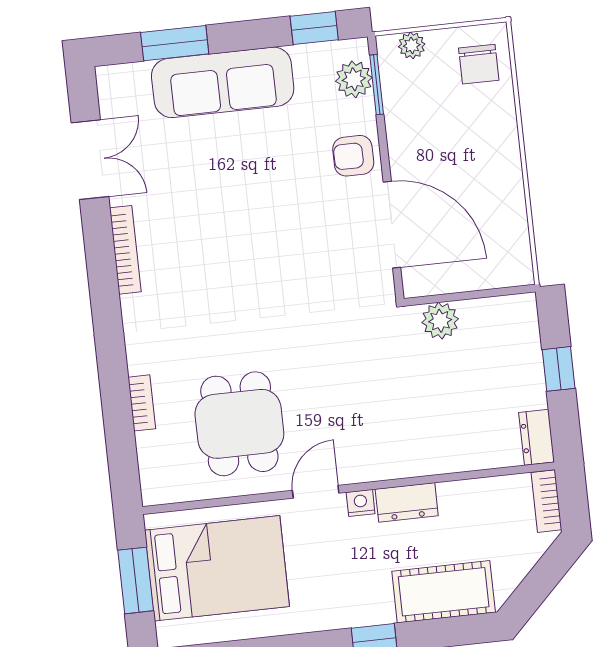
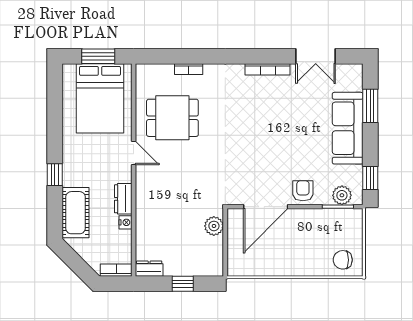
plant: (412, 45) -> (356, 227), removed
nightstand: (361, 503) -> (125, 222), moved

